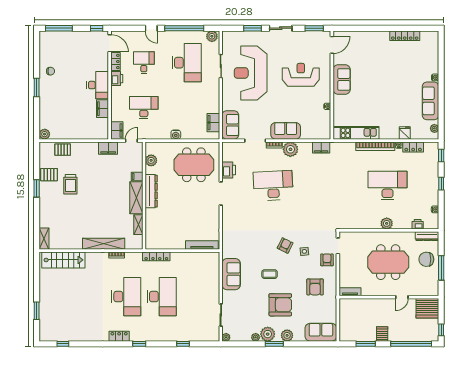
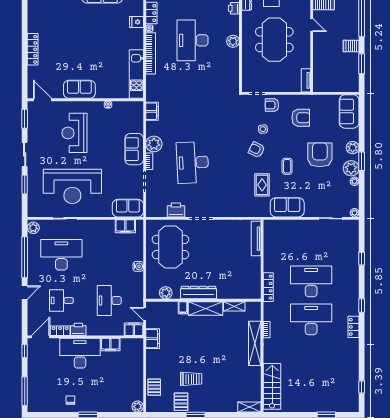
locker: (405, 36) -> (33, 49), moved
desk: (98, 85) -> (80, 353), width x1.36, depth x1.30
rug: (252, 251) -> (262, 185), added

